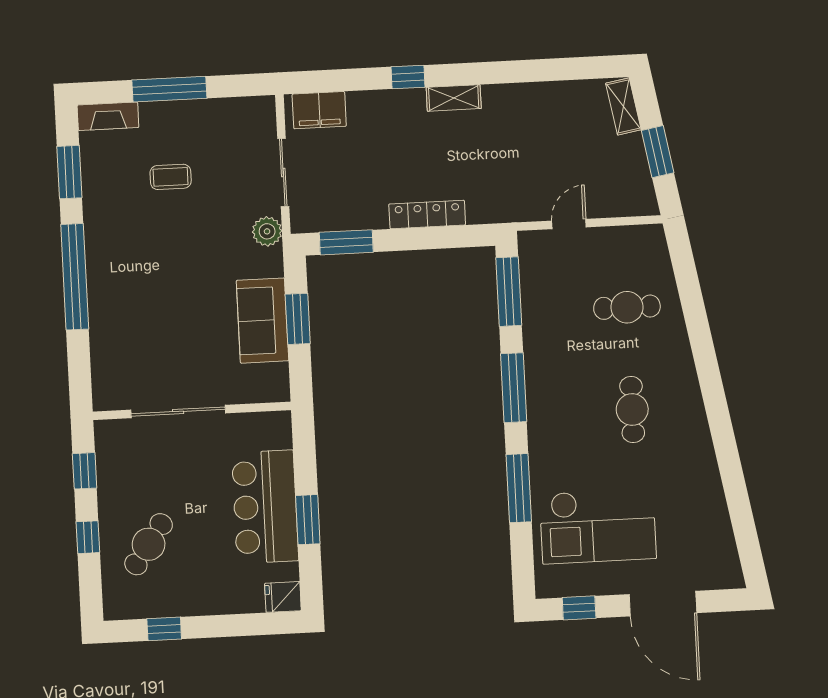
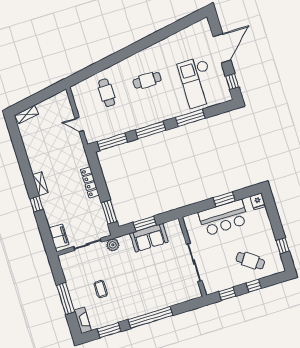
window: (658, 152) -> (41, 96), removed
checkout: (598, 526) -> (197, 82), turned 180

